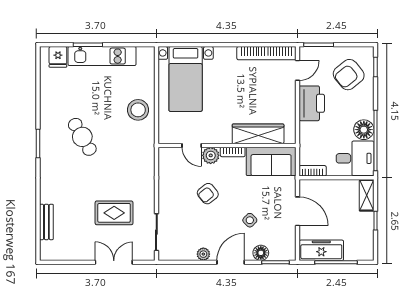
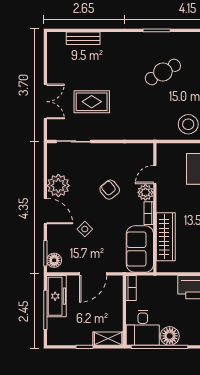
rug: (114, 213) -> (92, 102), turned 90
floor lamp: (261, 253) -> (54, 260), moved
plant: (203, 254) -> (58, 186), width x1.88, depth x1.88

